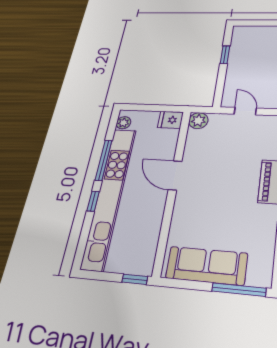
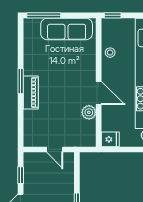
plant: (198, 121) -> (89, 112), moved
stool: (149, 227) -> (110, 53), added

